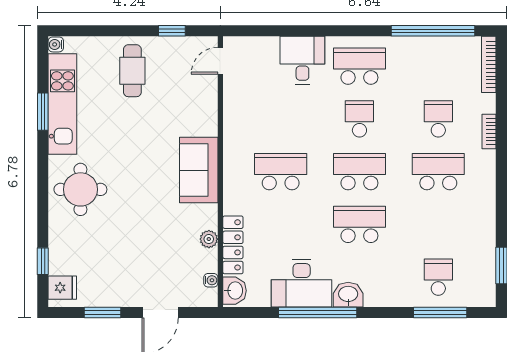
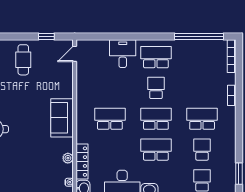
school desk: (438, 119) -> (202, 150), moved

